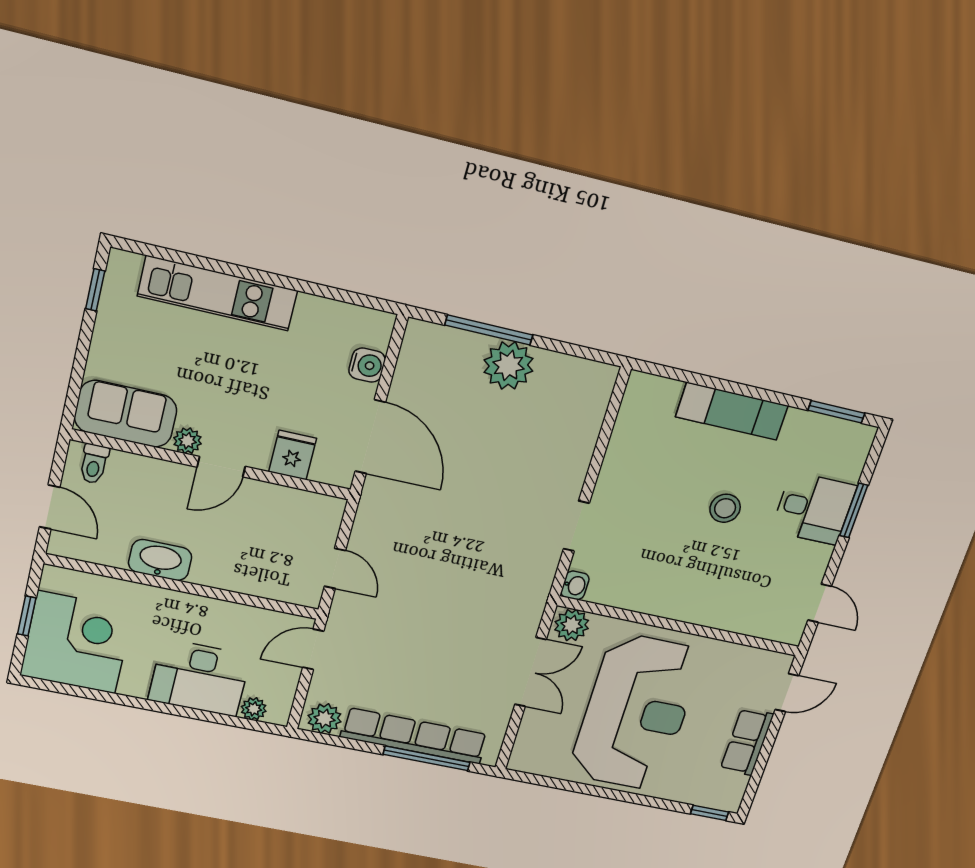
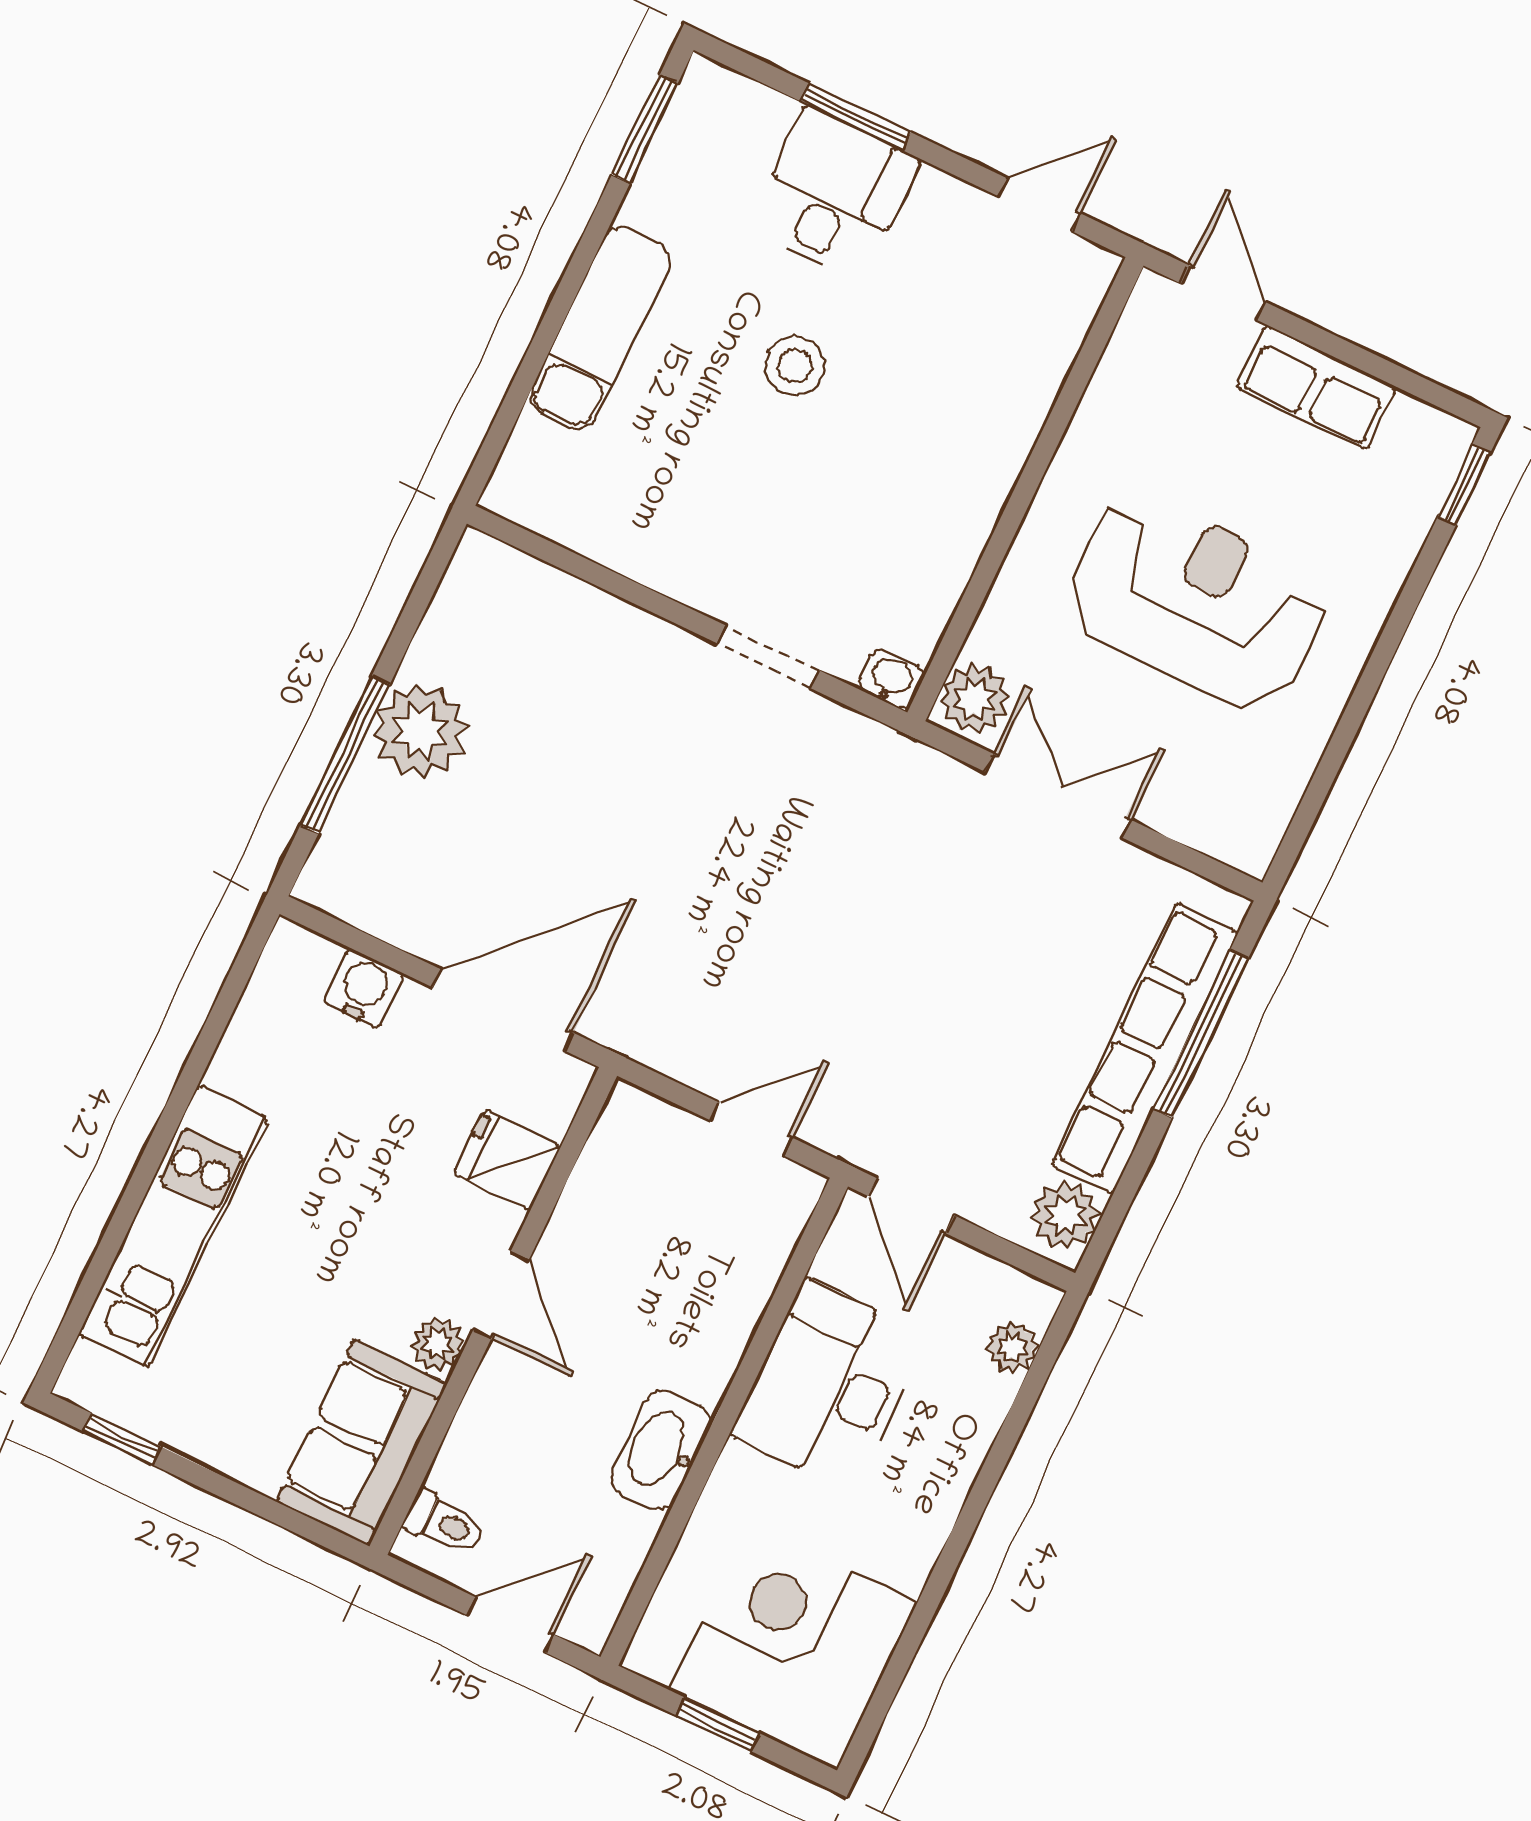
desk: (199, 678) -> (829, 1385), moved, turned 180
reception desk: (636, 713) -> (1197, 602), width x0.74, depth x0.77

